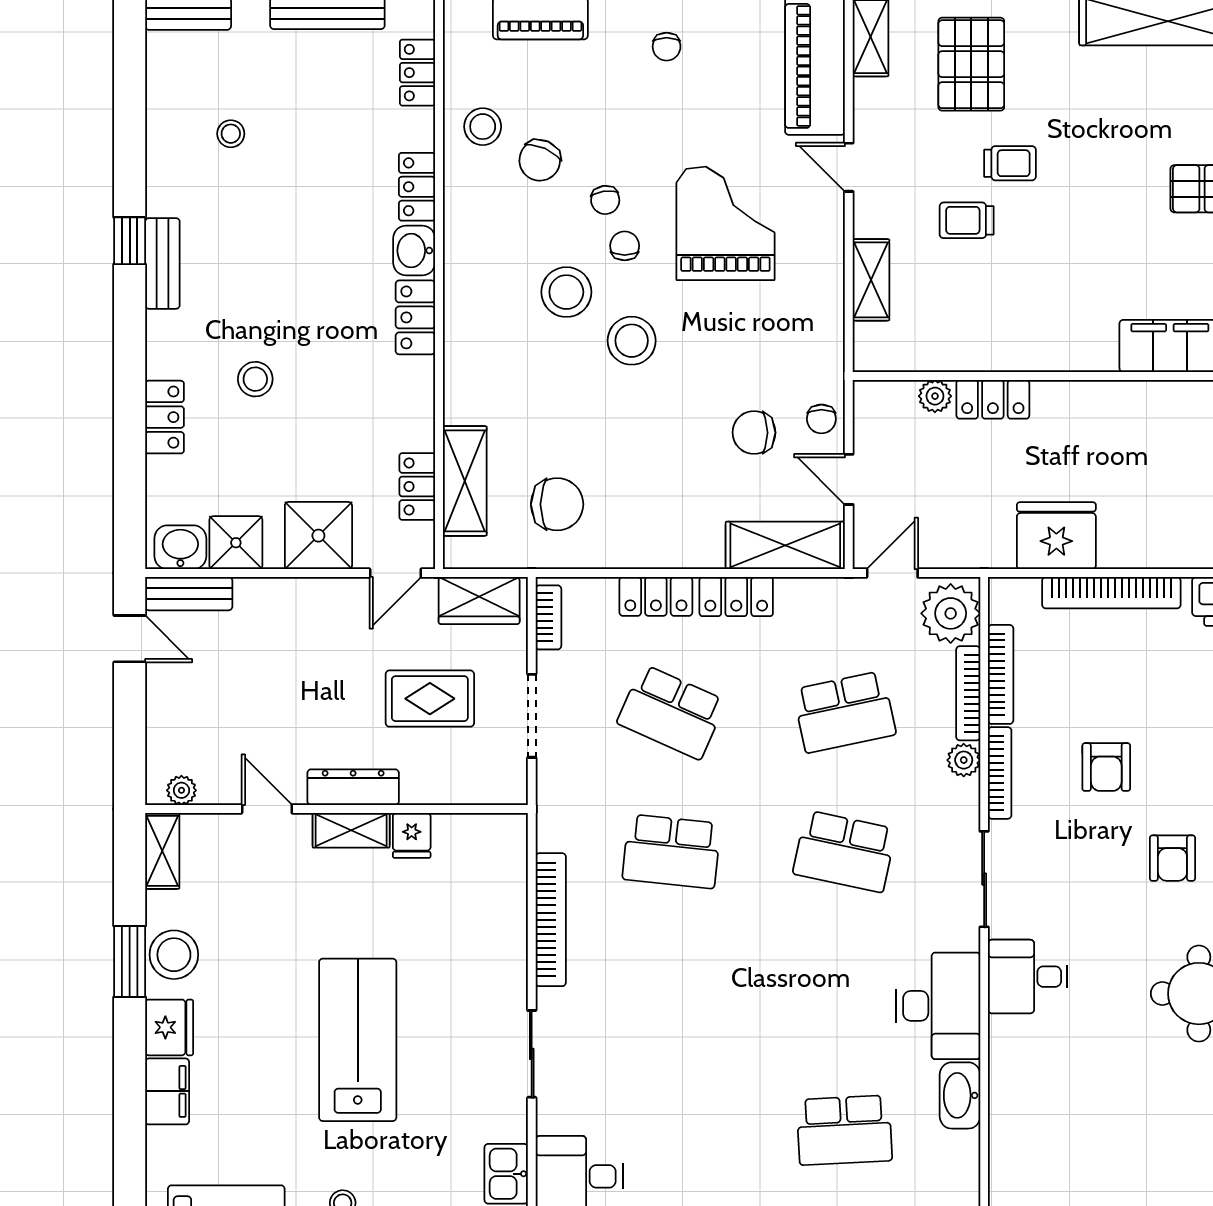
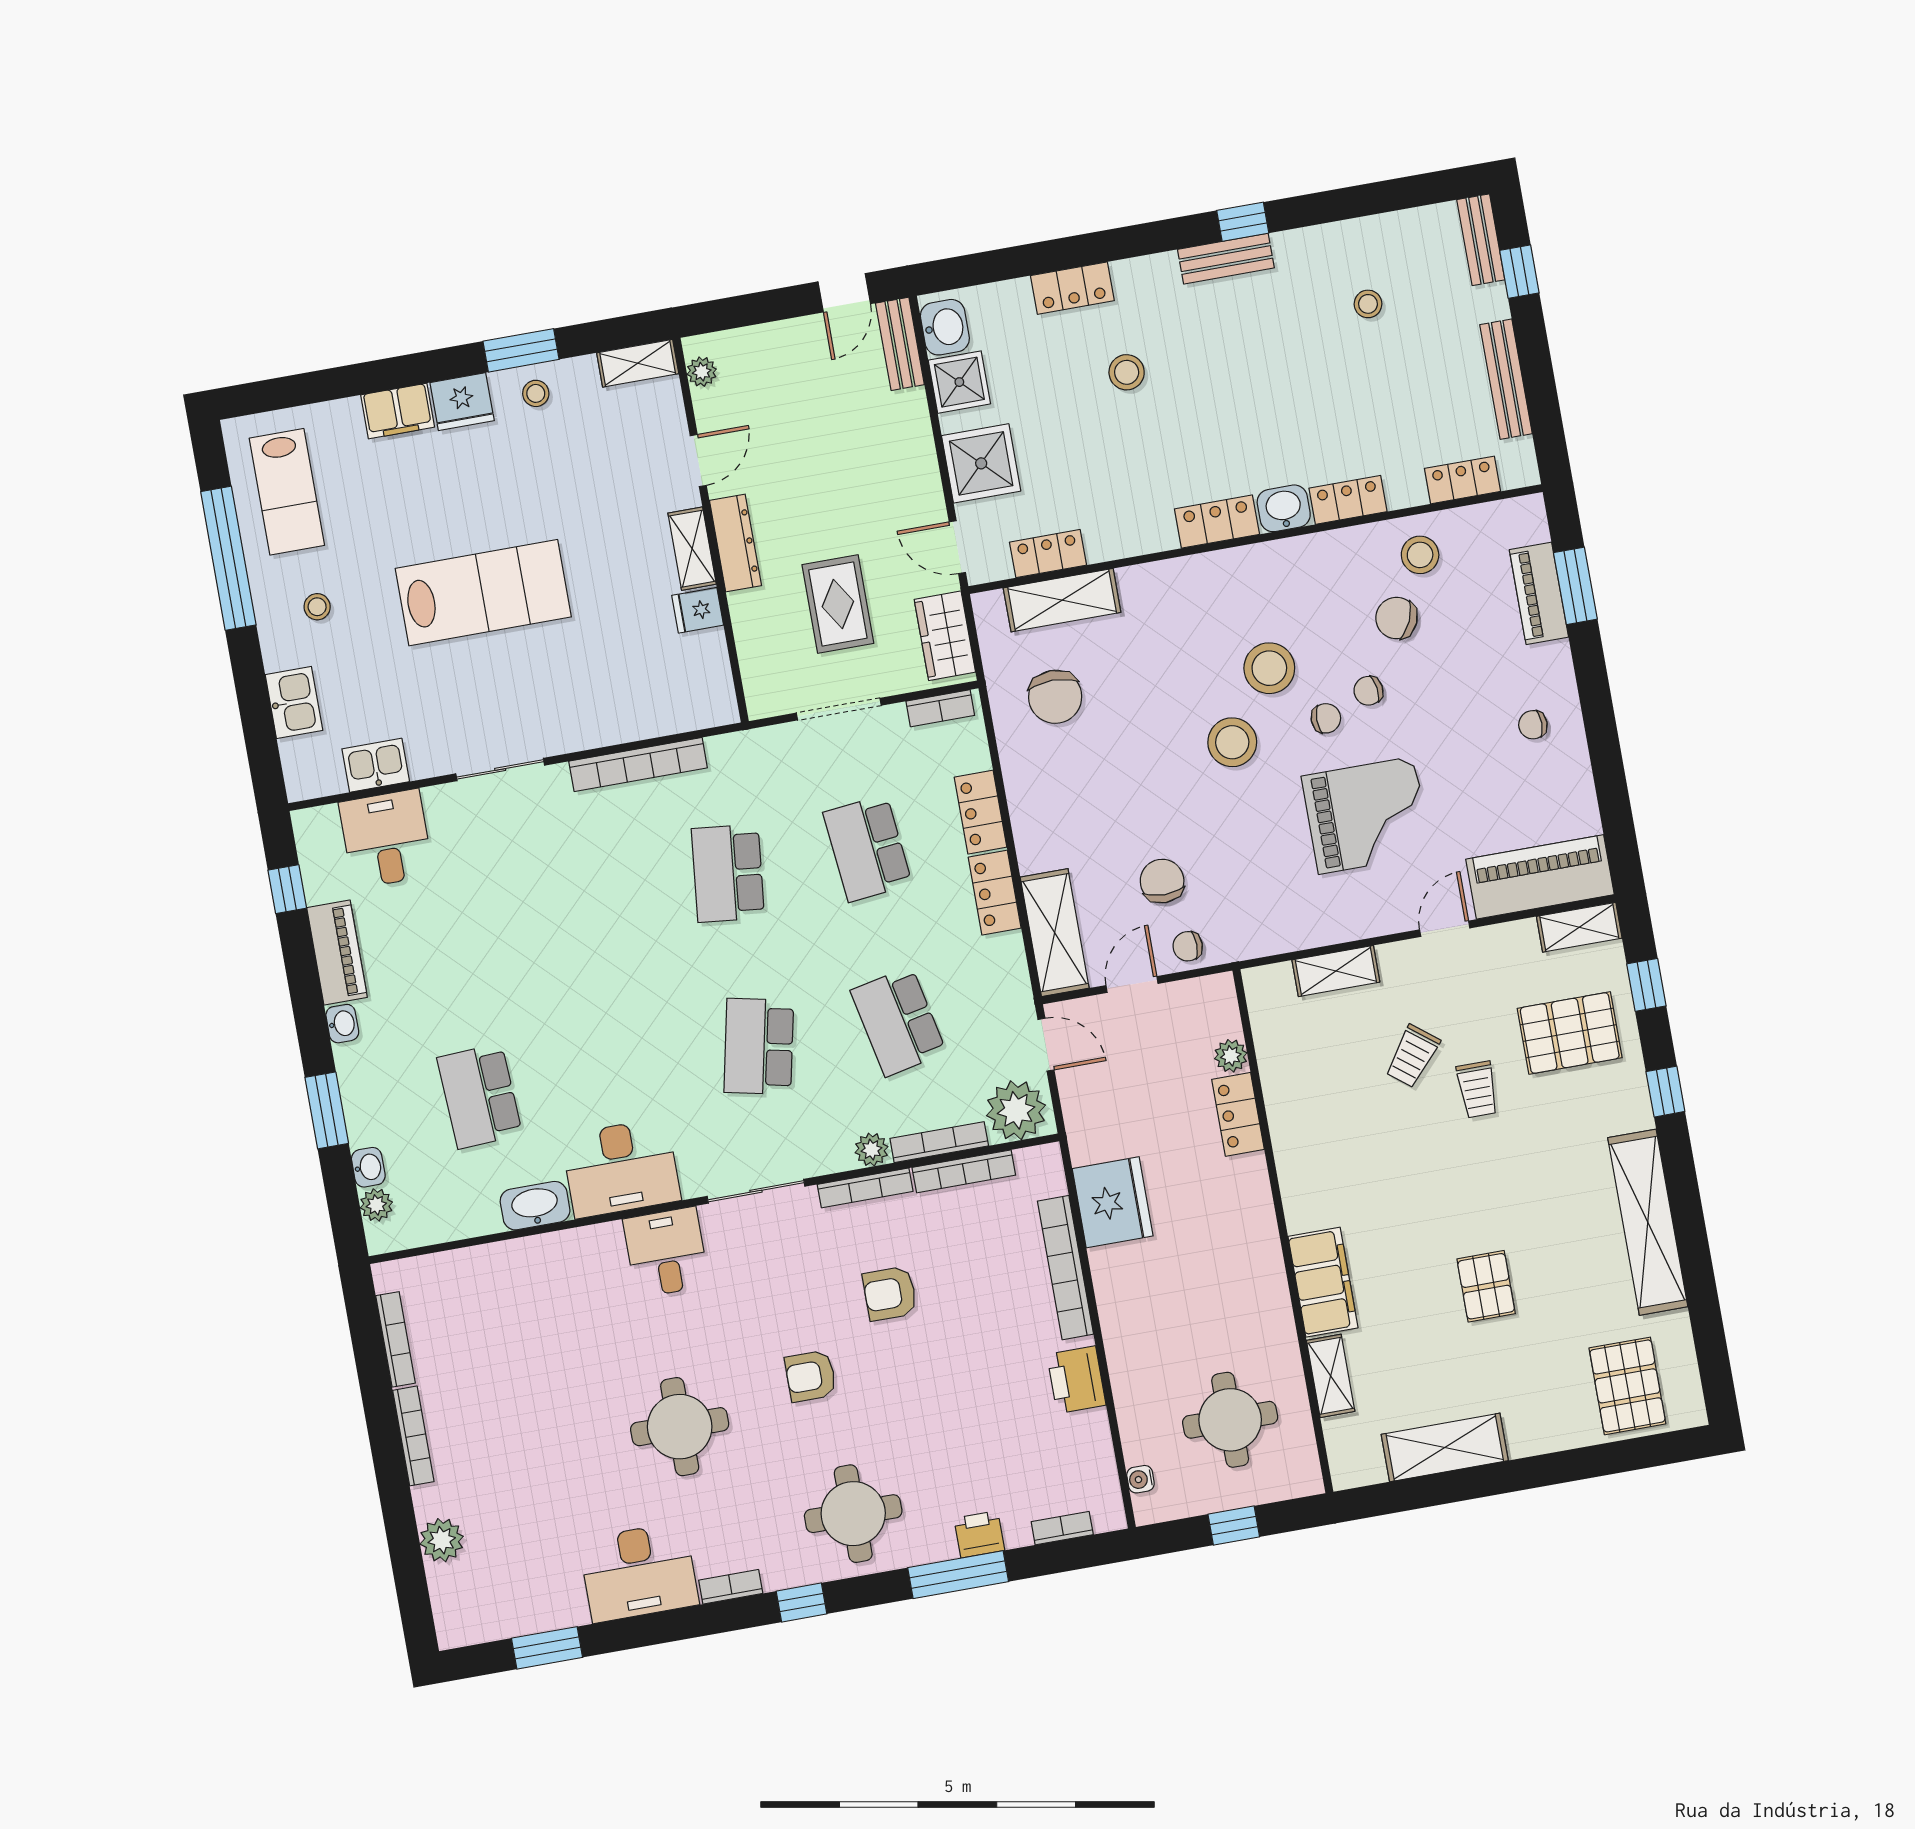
trolley: (967, 220) -> (1412, 1056), turned -142
school desk: (671, 712) -> (868, 848), turned -30
stool: (174, 955) -> (536, 393), width x0.53, depth x0.53

